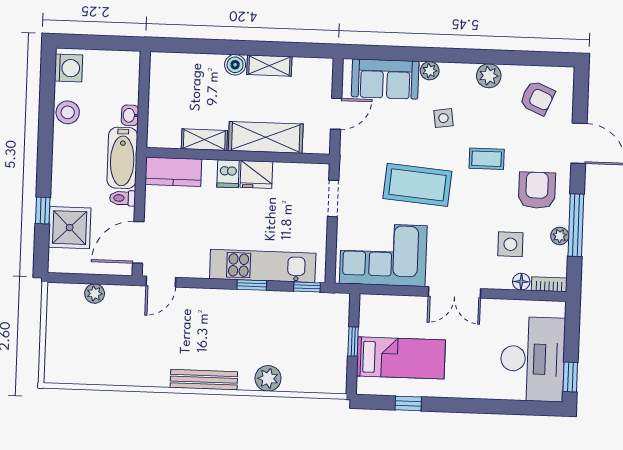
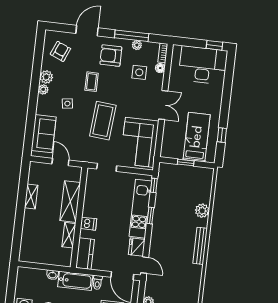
boiler: (235, 65) -> (29, 215), removed
plant: (430, 71) -> (43, 89), moved
fridge: (256, 174) -> (137, 247), moved, turned 180

